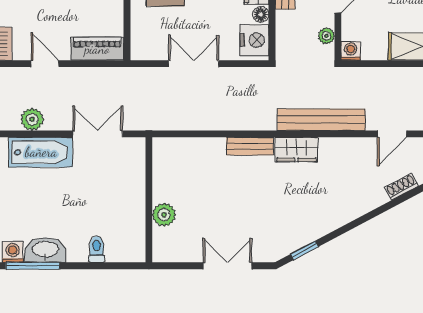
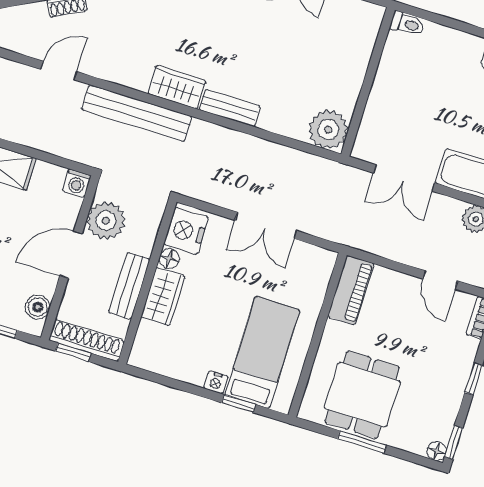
plant: (326, 36) -> (106, 221), width x1.88, depth x1.88
piano: (97, 49) -> (351, 290), moved, turned -90
plant: (164, 215) -> (328, 129), moved, width x1.36, depth x1.36
toilet: (97, 249) -> (407, 24), moved, turned -90

